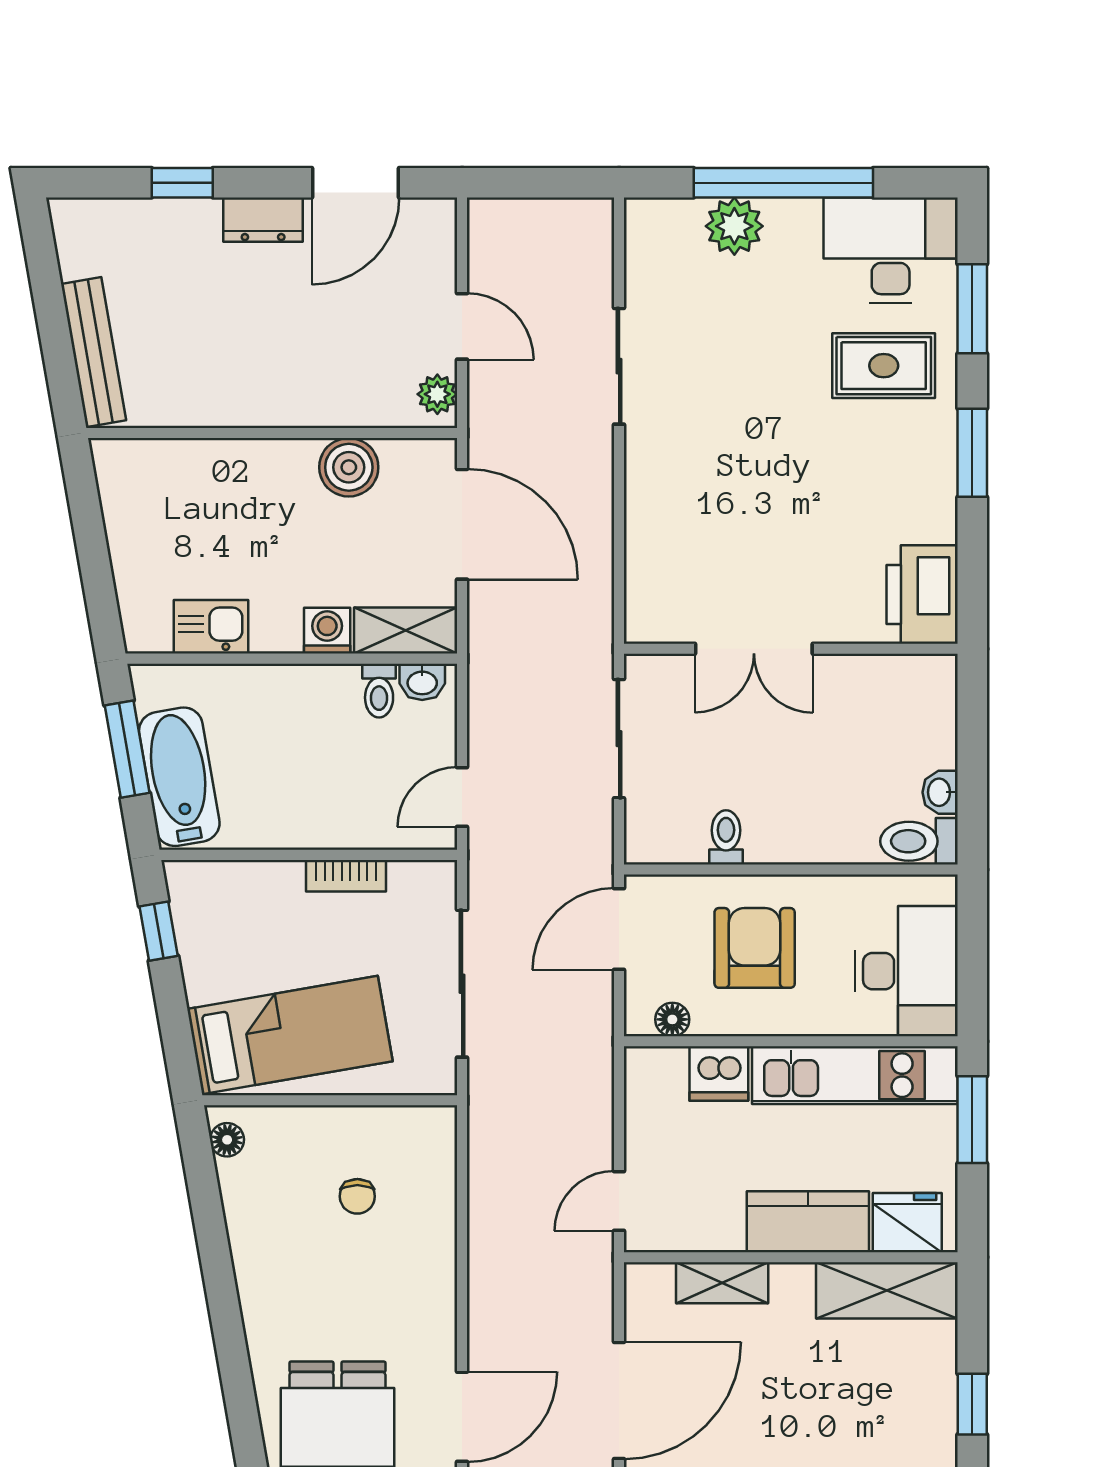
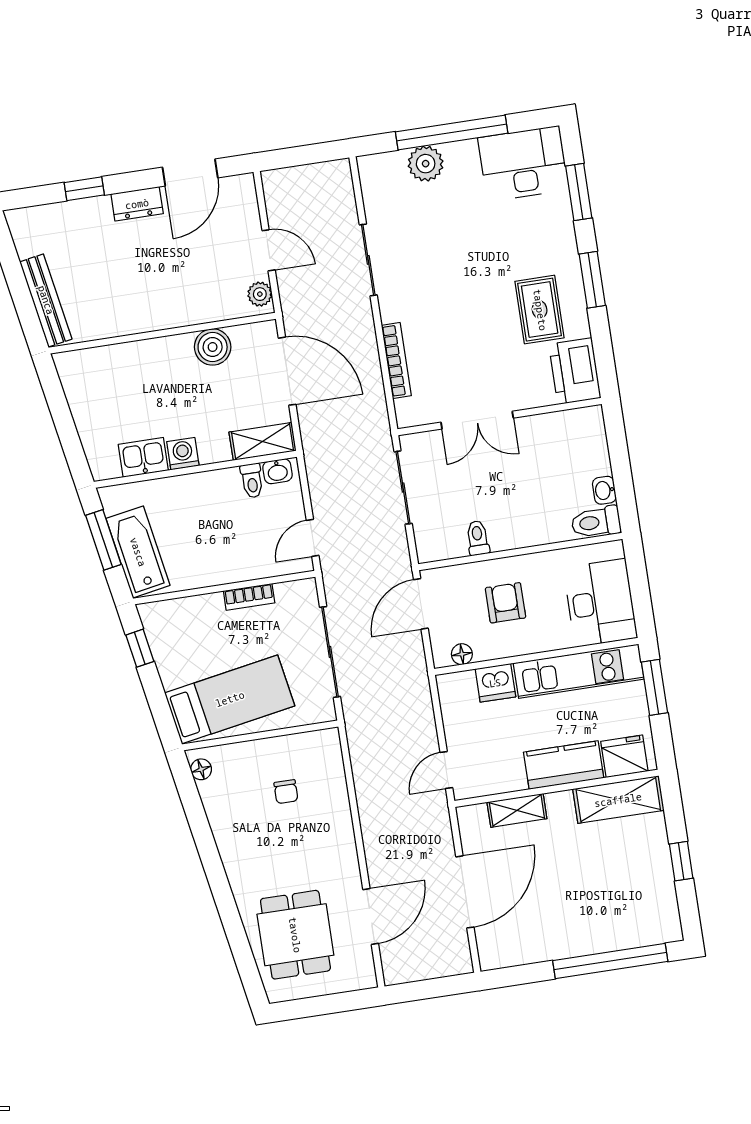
rug: (884, 366) -> (540, 310), moved, turned 90
bookcase: (639, 534) -> (396, 360), added
washing machine: (327, 631) -> (183, 454), moved
armchair: (755, 948) -> (505, 603), width x0.72, depth x0.72

